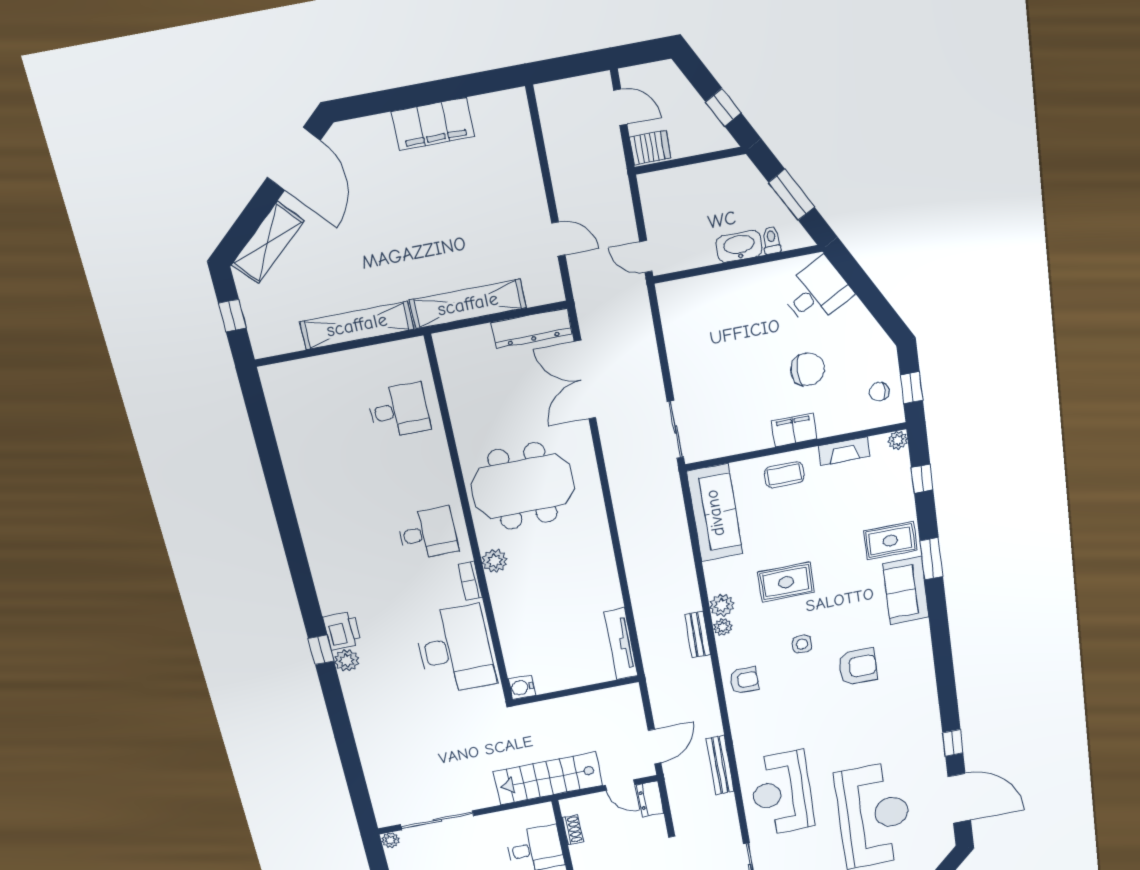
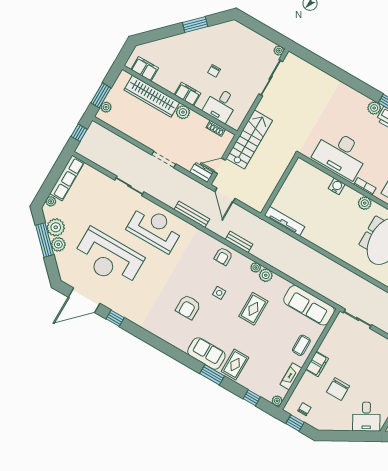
bench: (697, 635) -> (239, 242), moved
water cooler: (522, 687) -> (337, 186), moved

